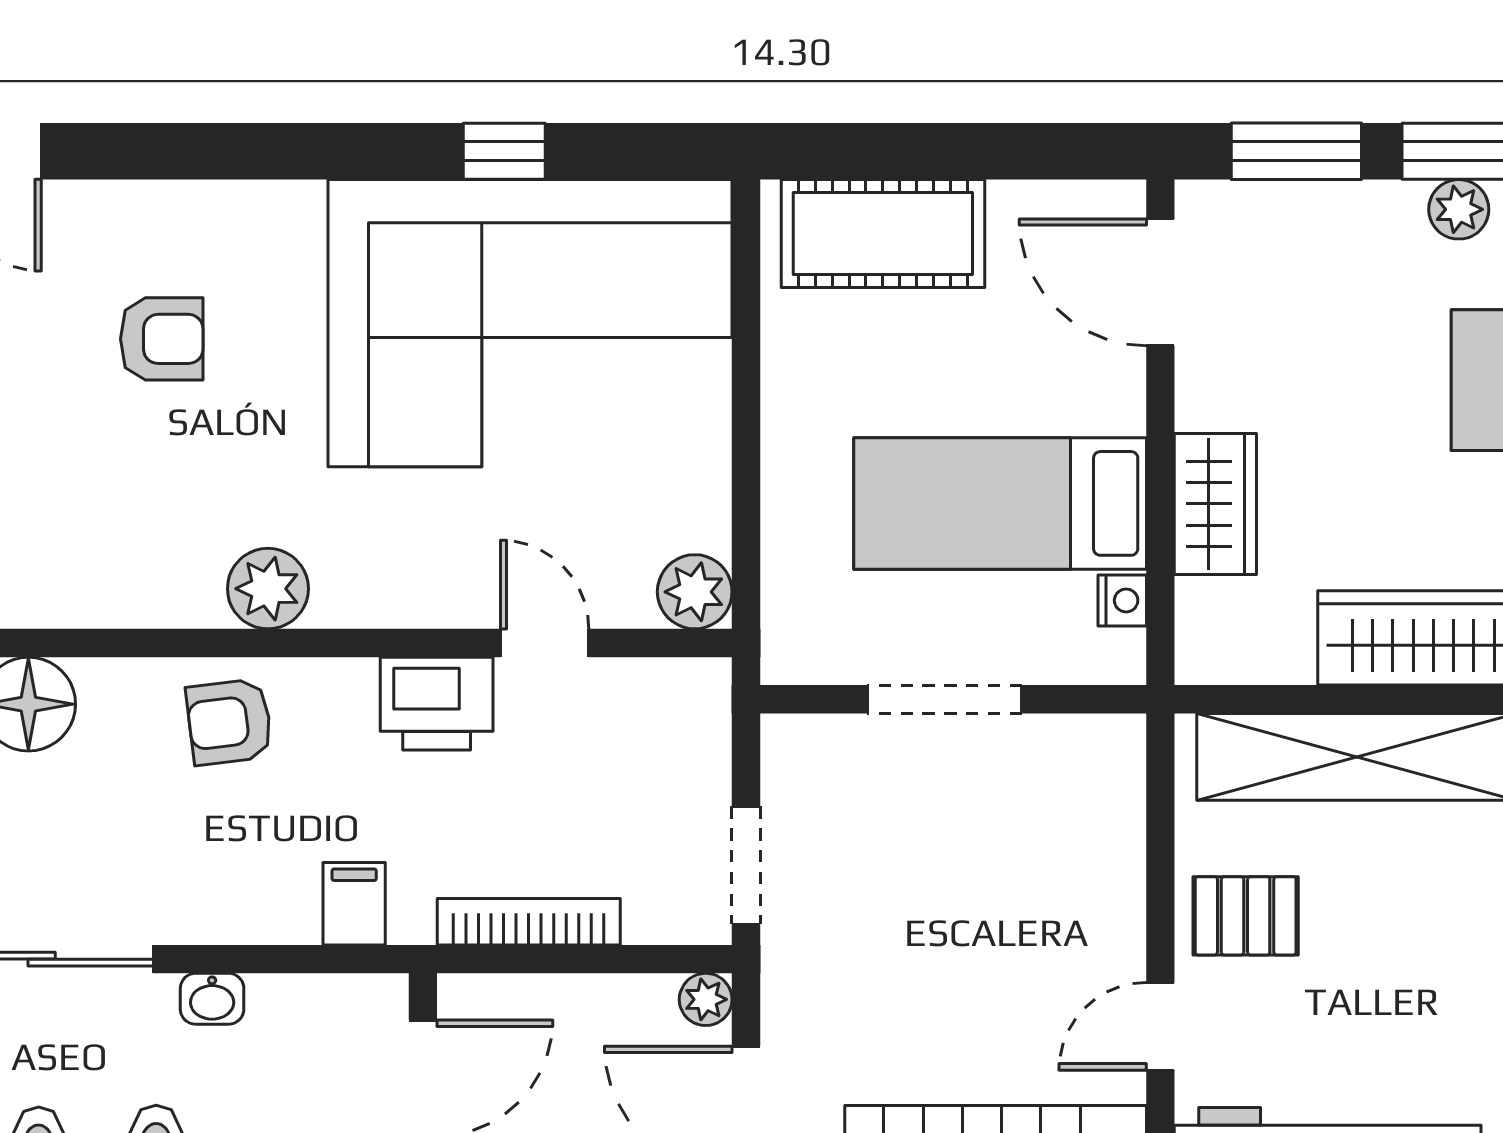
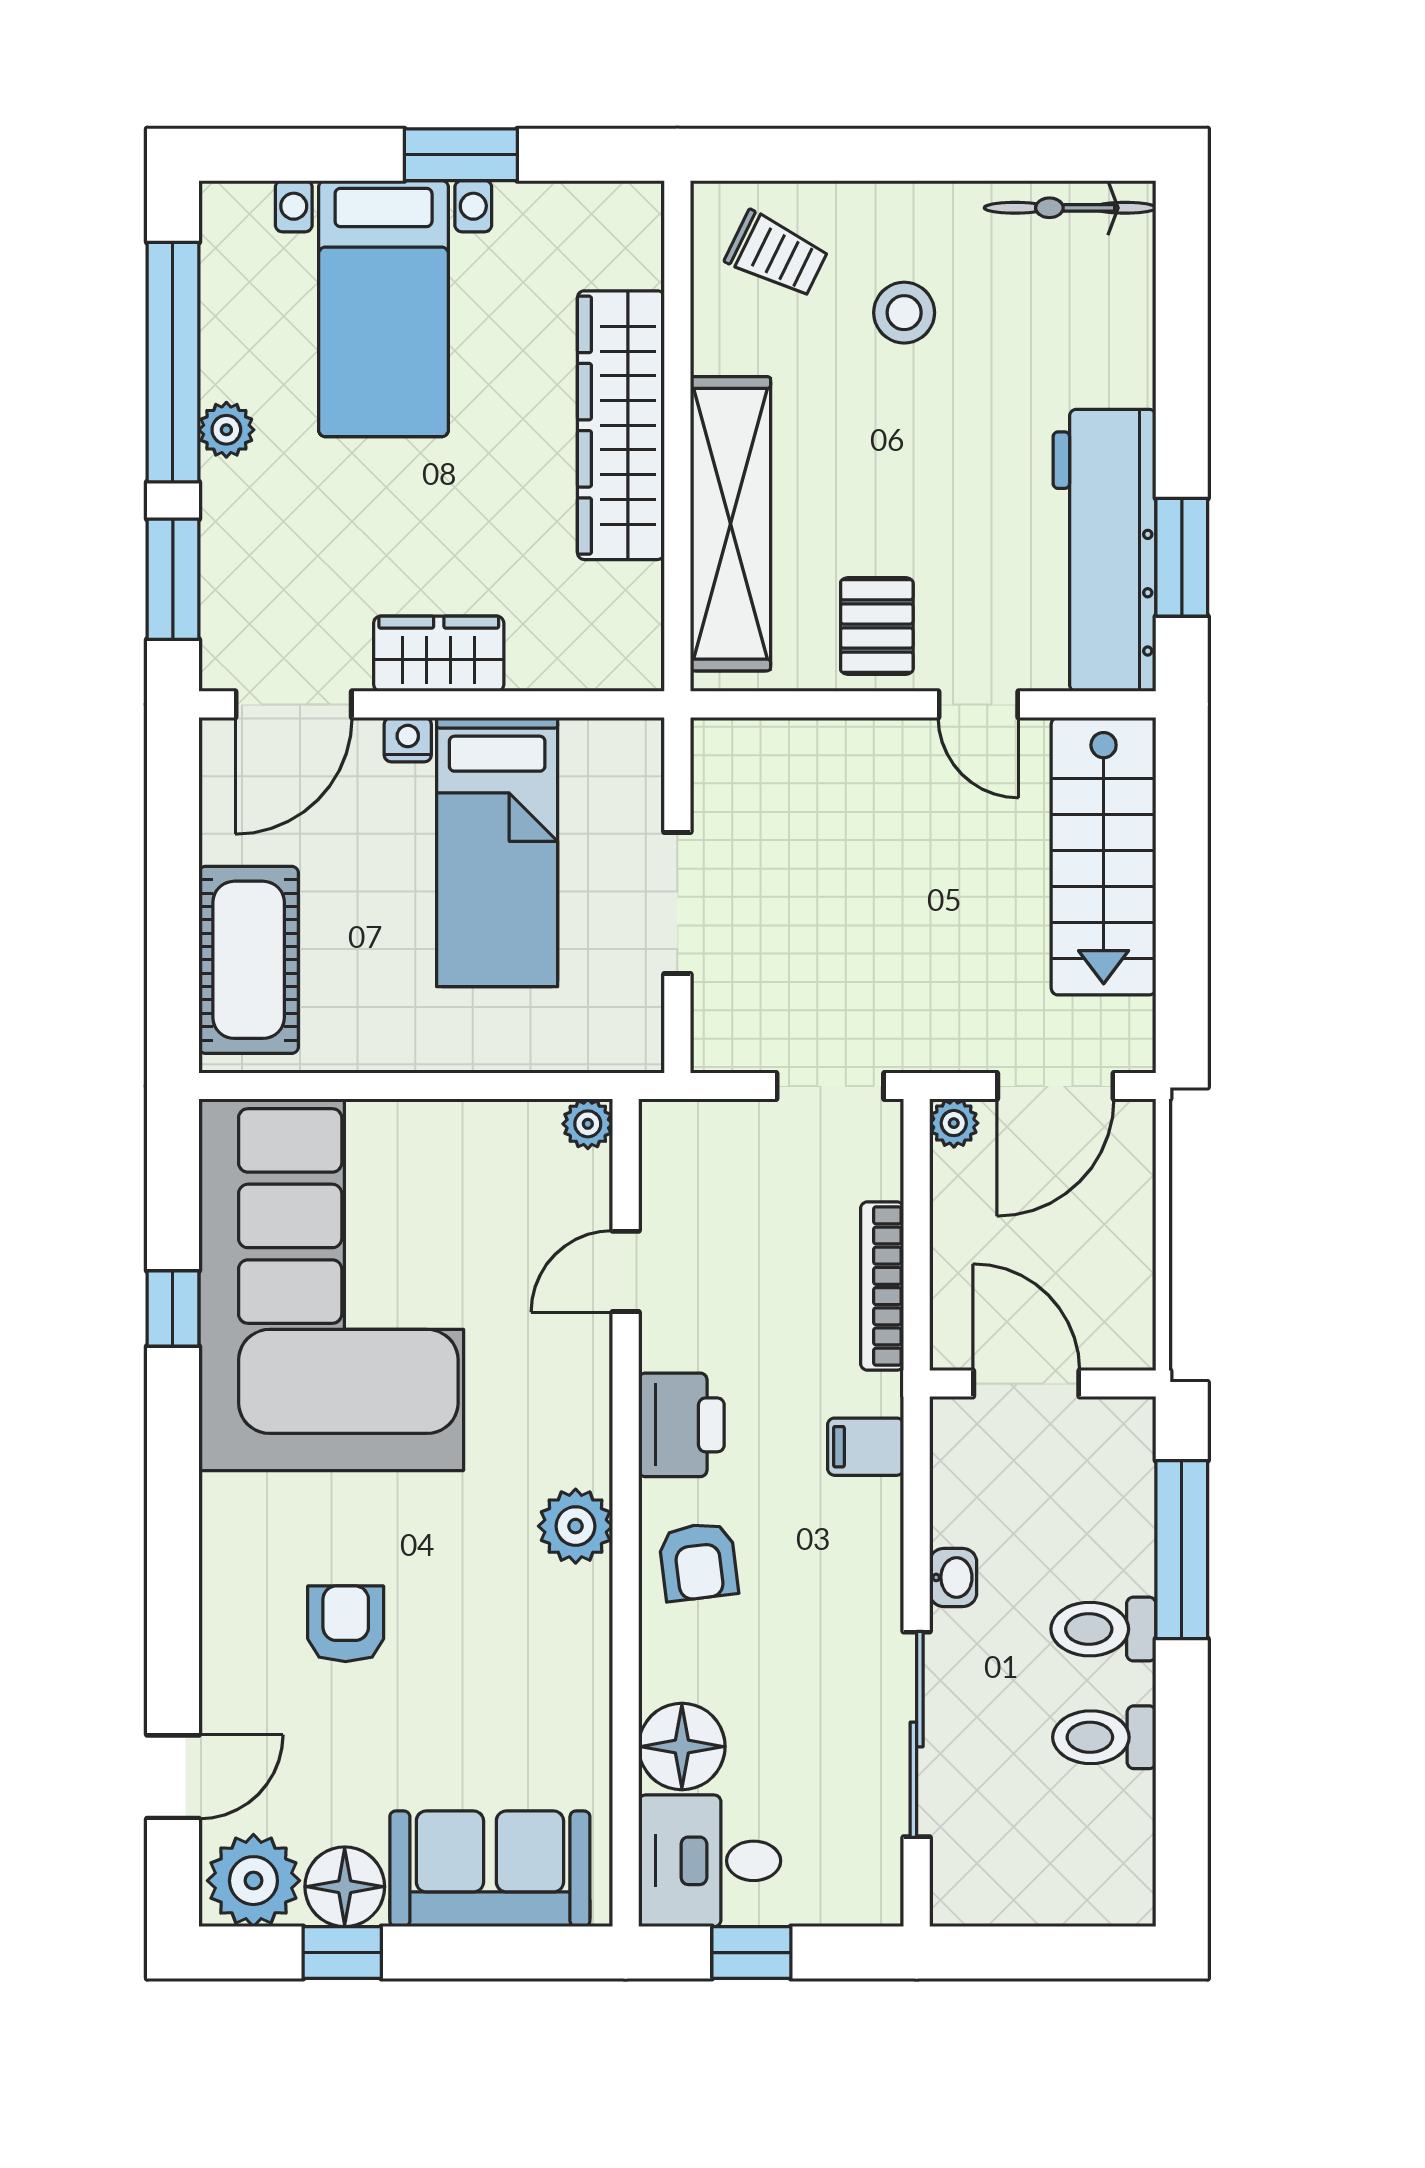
wardrobe: (1215, 504) -> (439, 654), moved
plant: (695, 592) -> (588, 1124), width x0.73, depth x0.73
nightstand: (1122, 600) -> (408, 740), moved
printer: (437, 704) -> (681, 1425), moved

